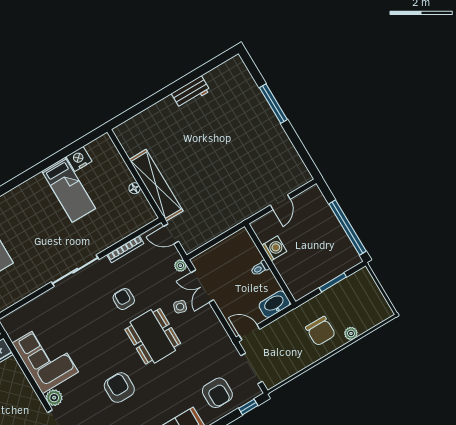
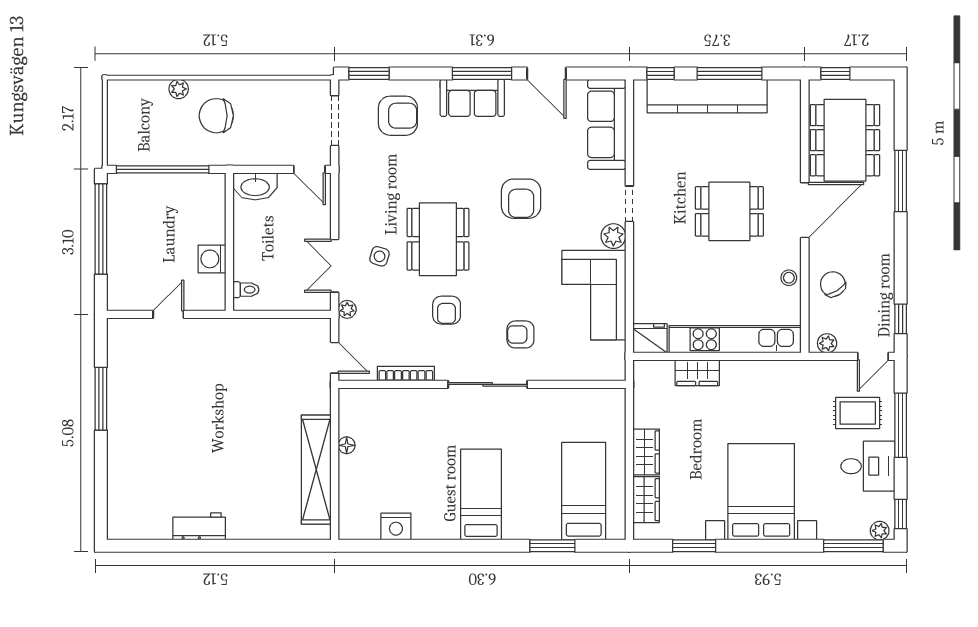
window: (273, 104) -> (101, 399), moved
shelving: (156, 185) -> (316, 470), moved
bed: (69, 190) -> (481, 495), moved
toilet: (260, 268) -> (246, 290), moved
window: (333, 282) -> (163, 169), width x2.11
double door: (202, 286) -> (335, 266), swing flipped
armchair: (74, 310) -> (520, 334), added
chair: (321, 331) -> (216, 116), turned -90
armchair: (217, 393) -> (398, 116), turned 90
window: (248, 407) -> (369, 73), width x1.50

